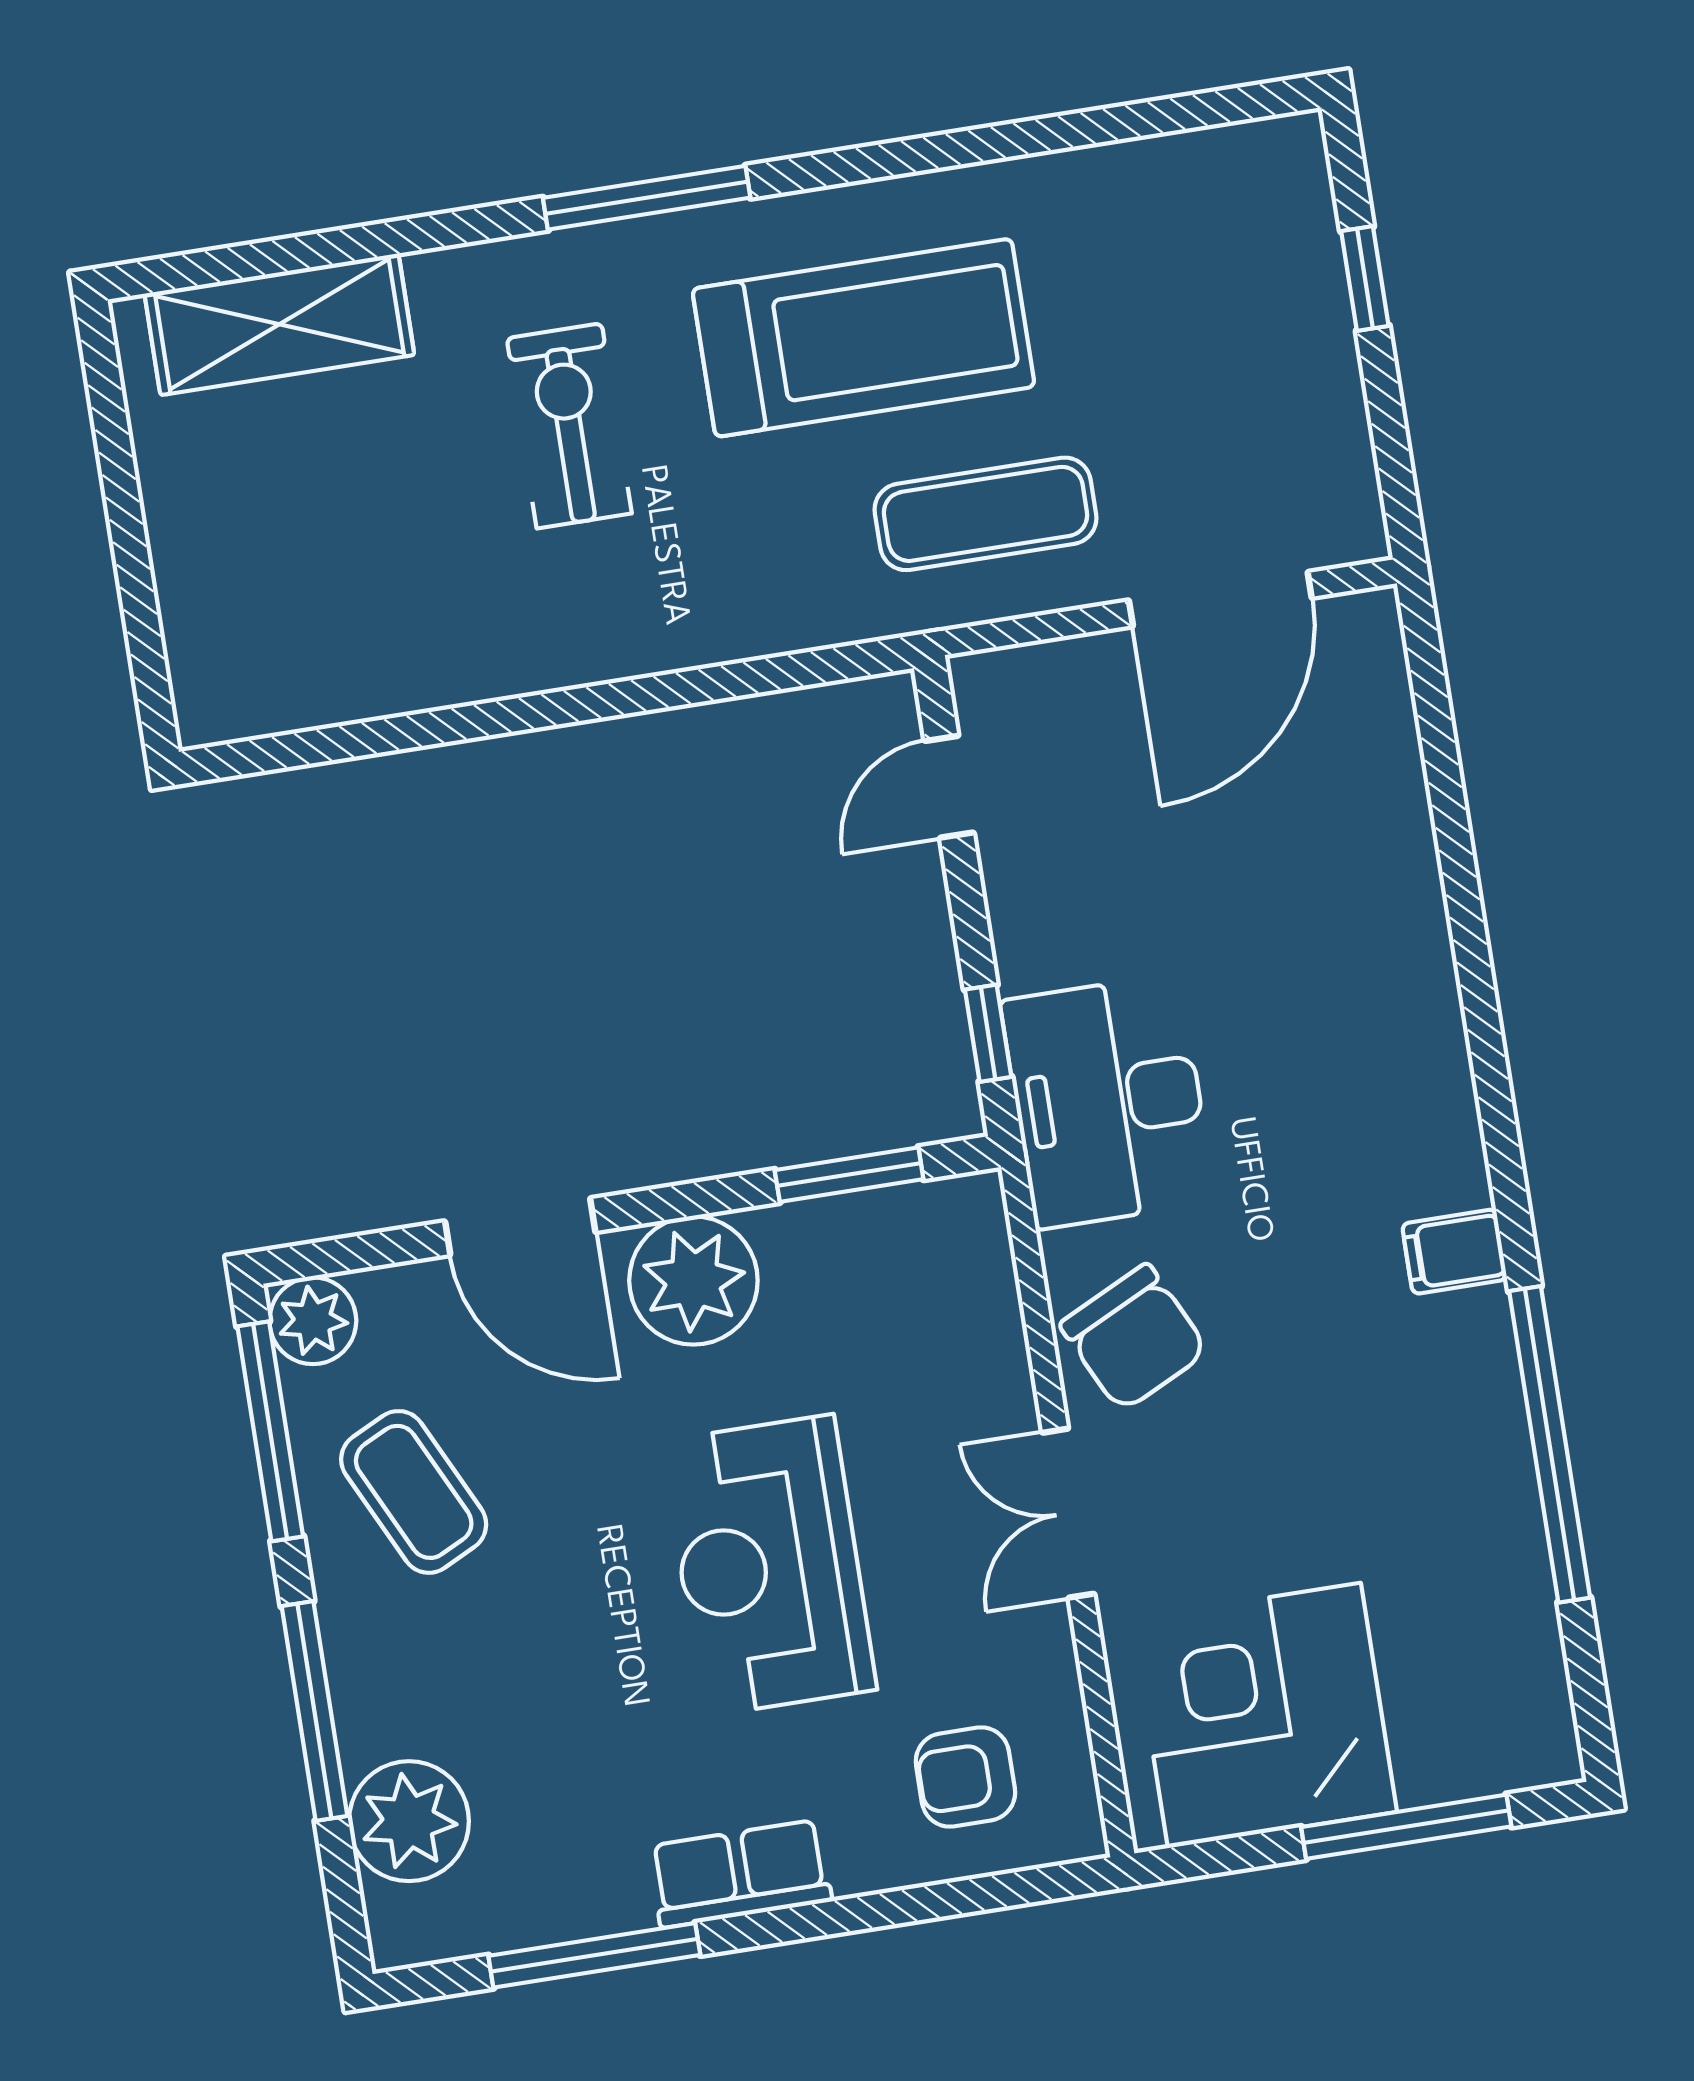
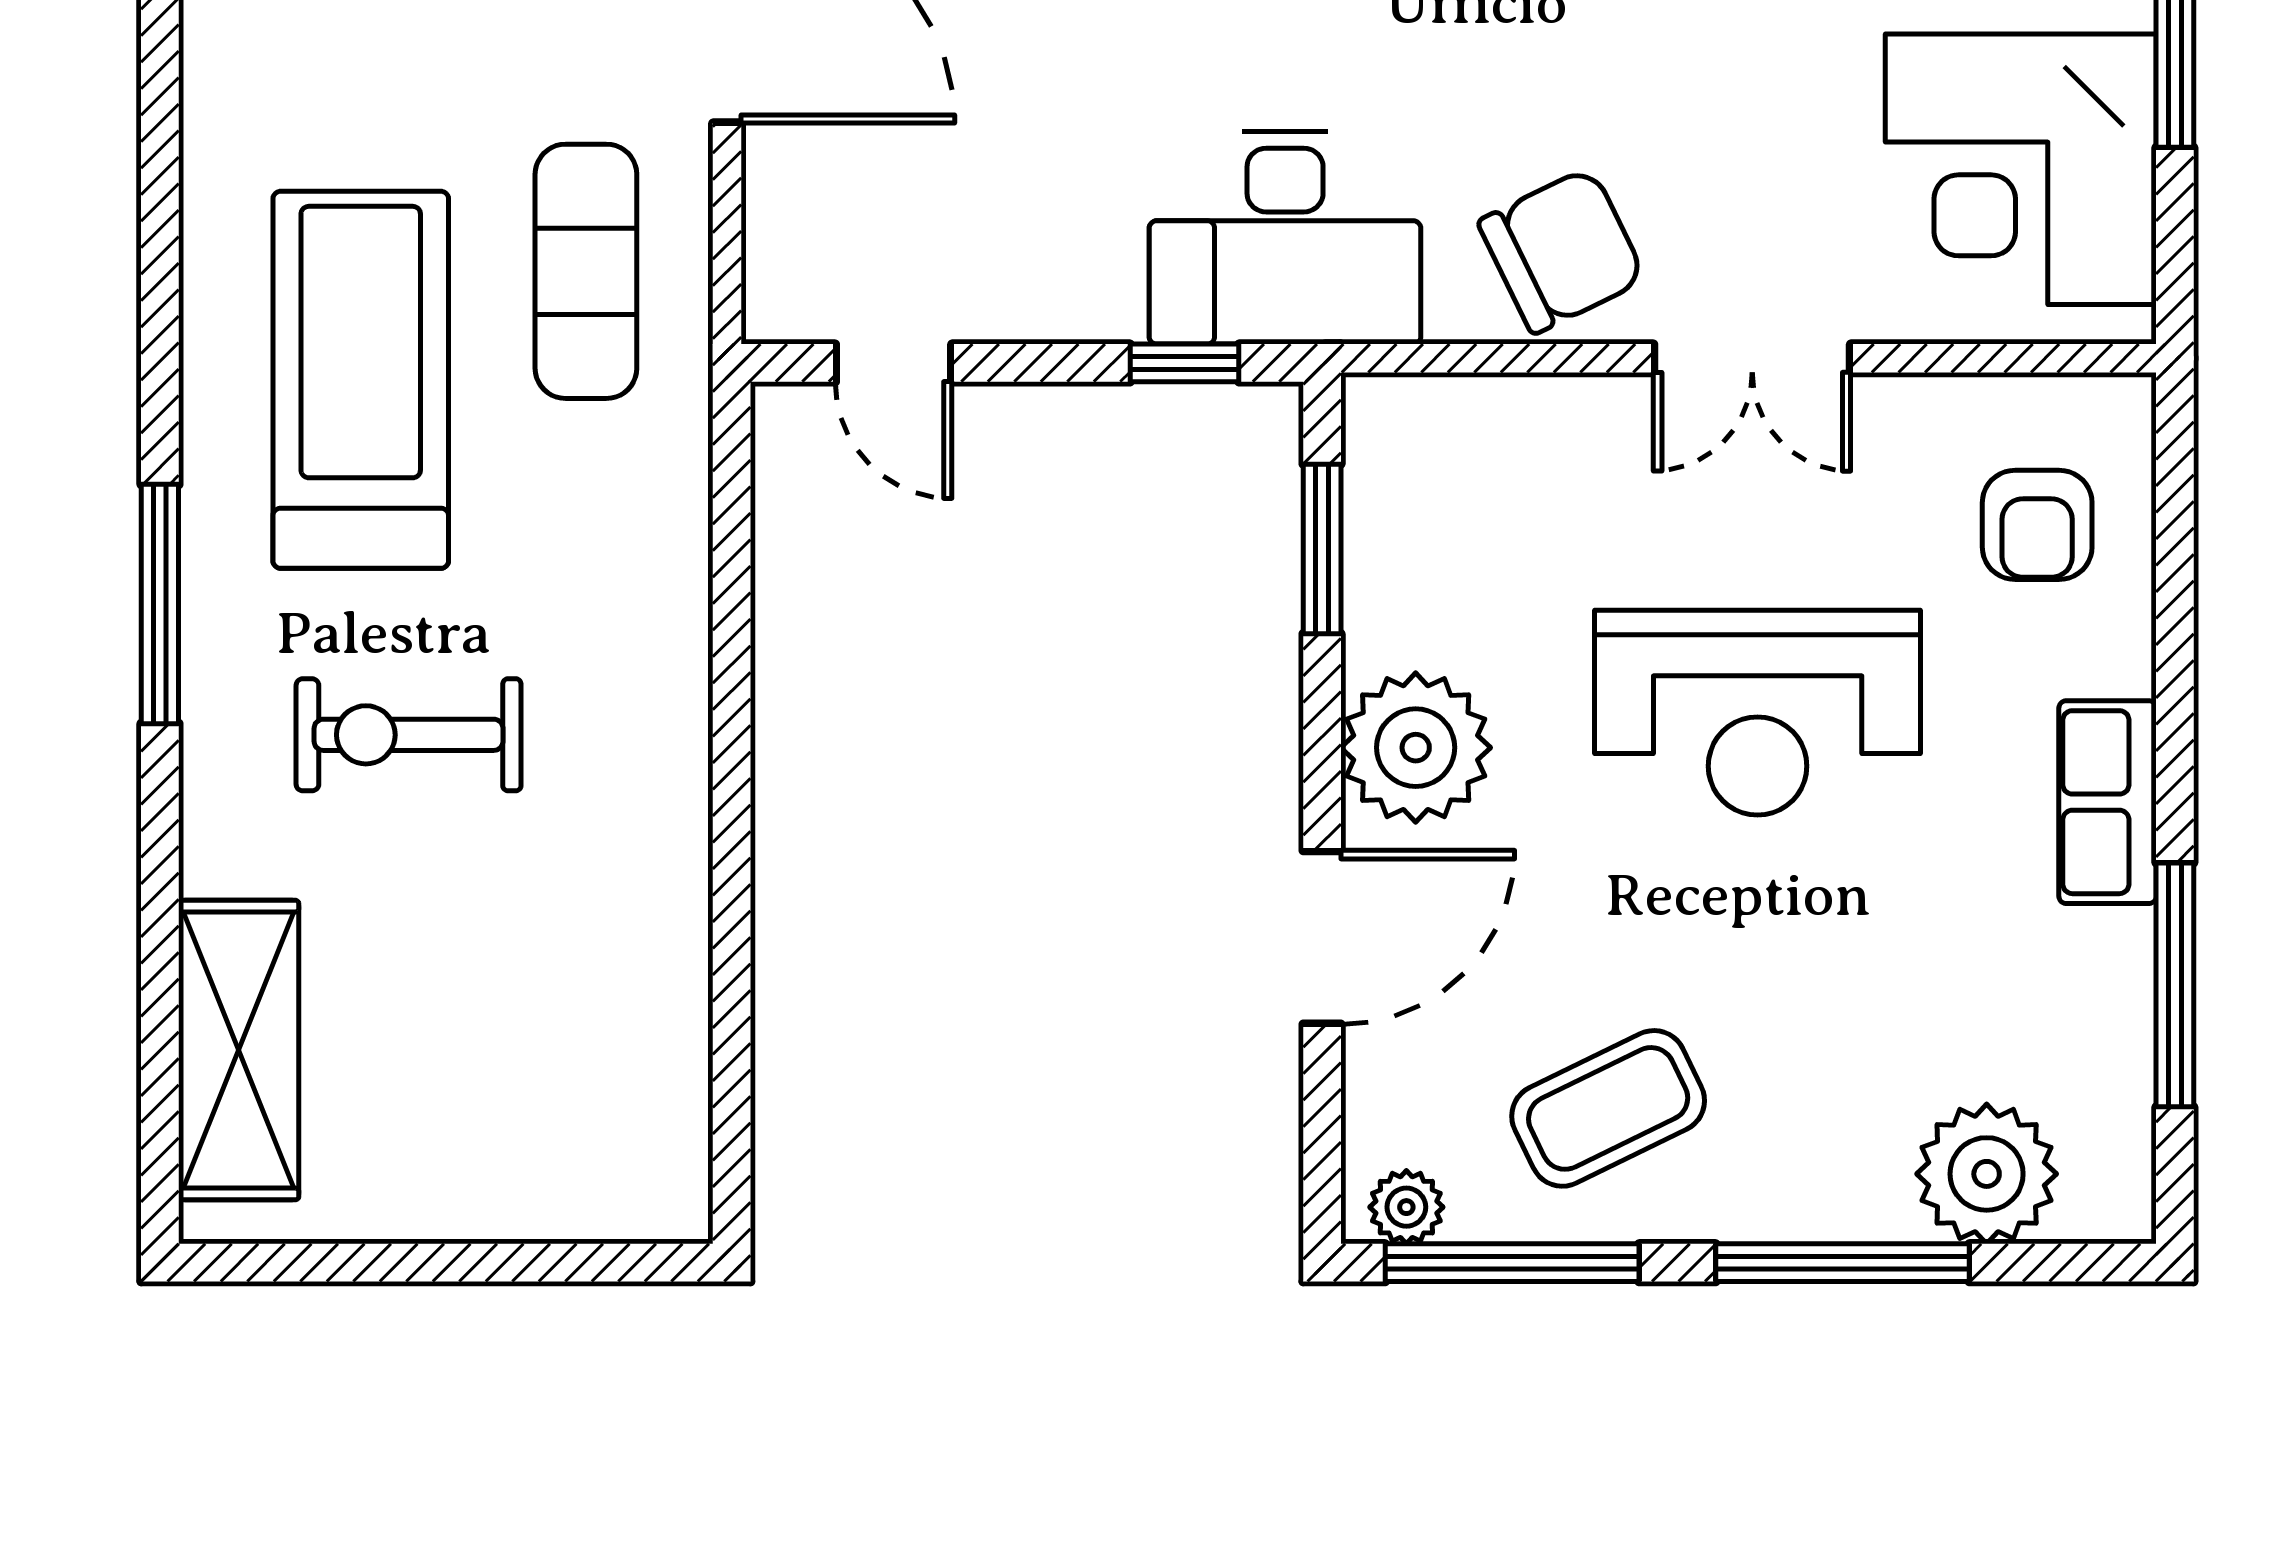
plant: (313, 1321) -> (1406, 1207), width x0.73, depth x0.73

